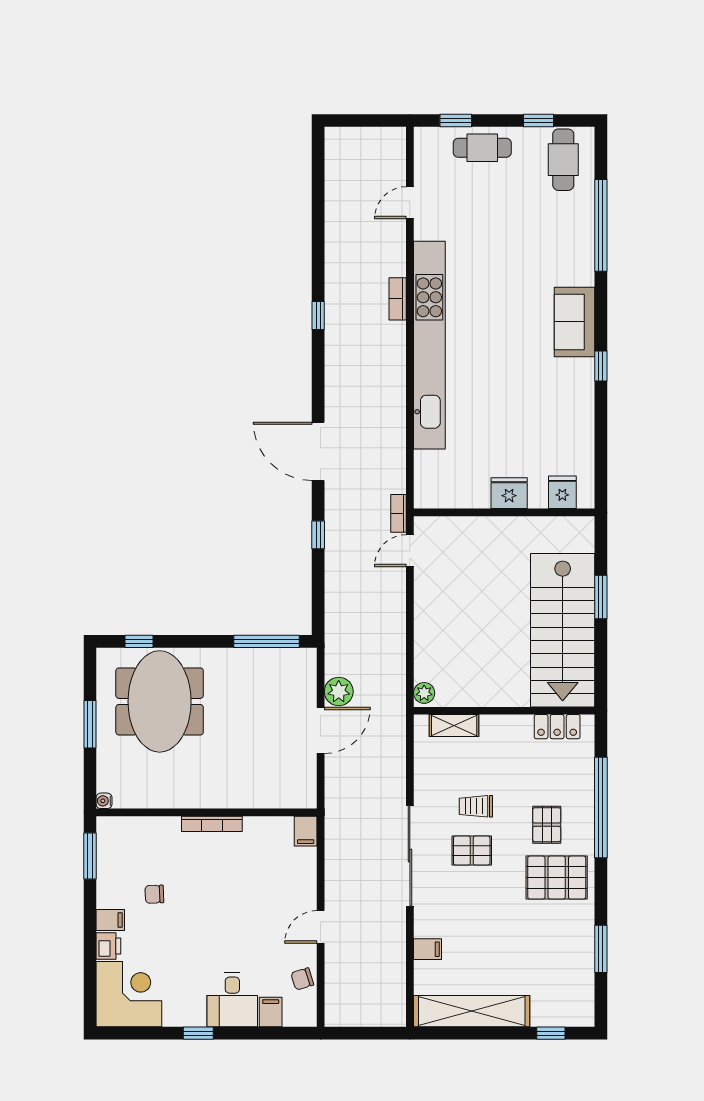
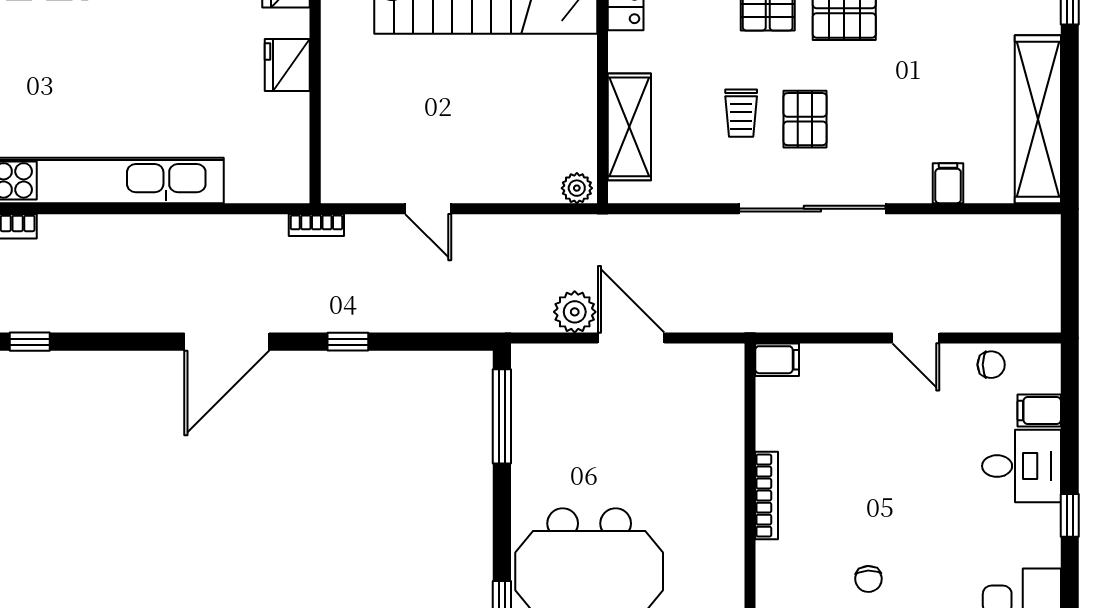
door: (410, 551) -> (428, 209), moved
shelving: (454, 726) -> (629, 127), width x1.50, depth x1.33
chair: (302, 979) -> (991, 365), turned -73

